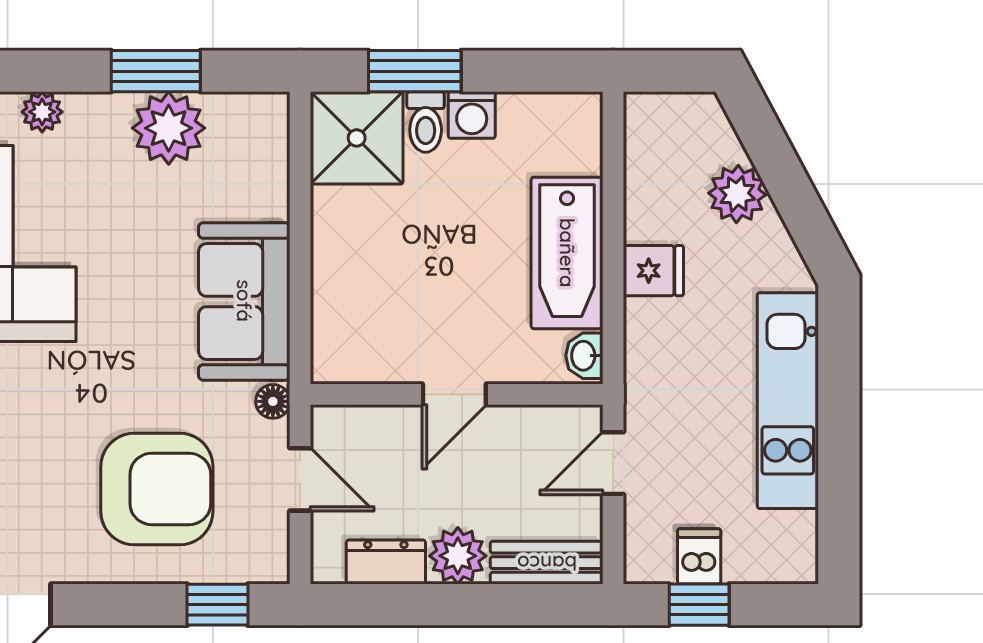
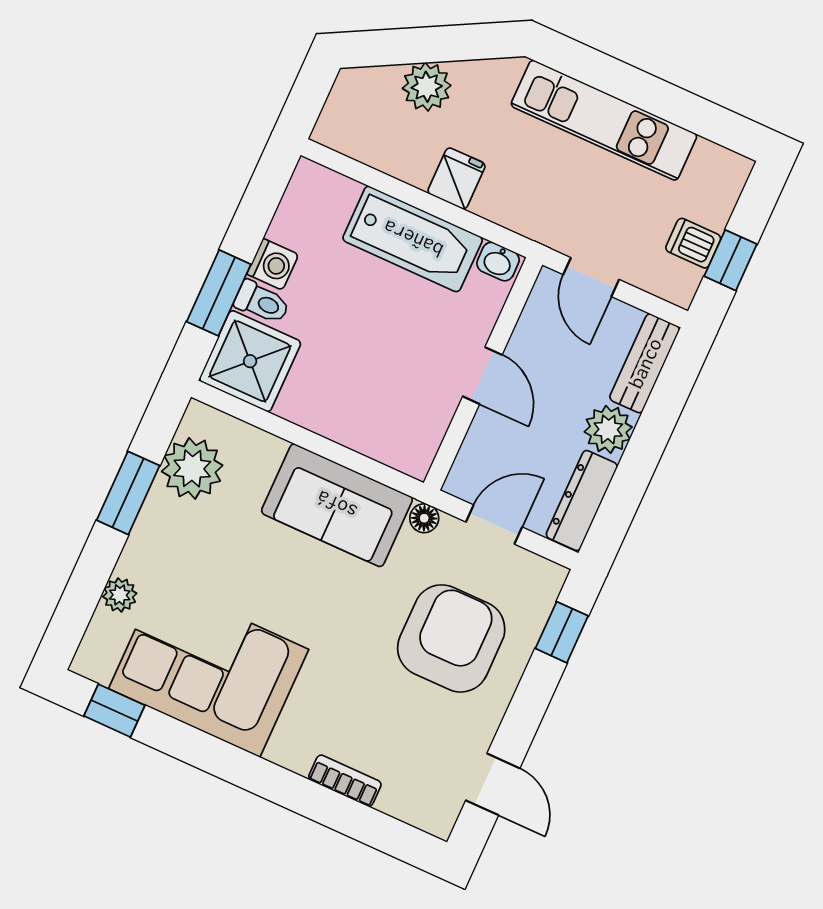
plant: (169, 128) -> (192, 468), moved
dresser: (386, 562) -> (582, 500), width x1.44

